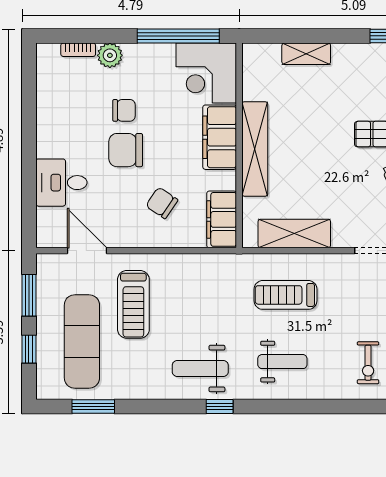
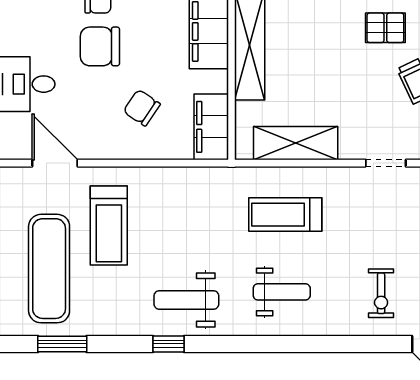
window: (220, 406) -> (169, 344), moved

